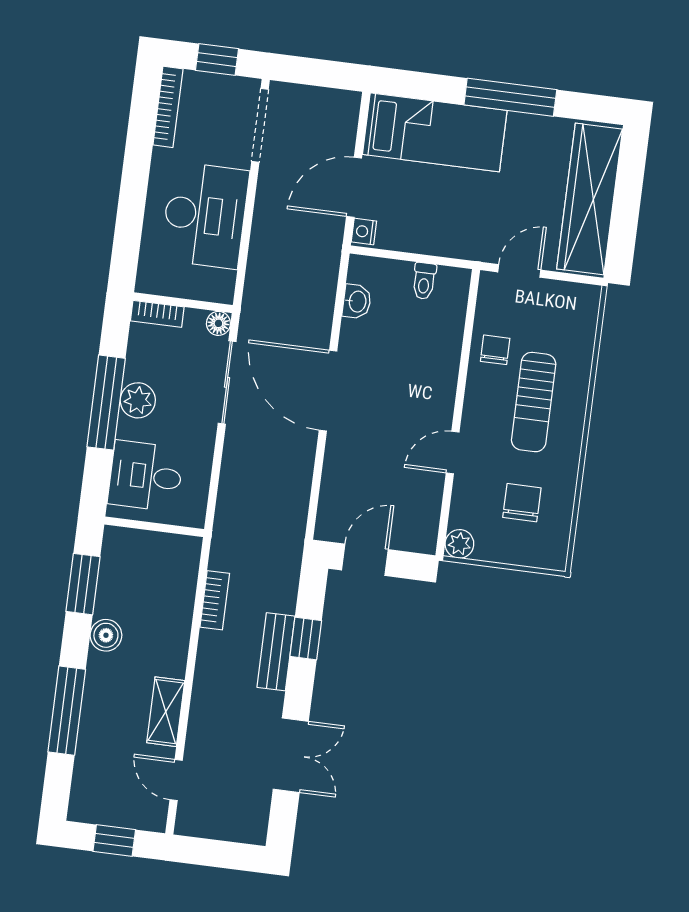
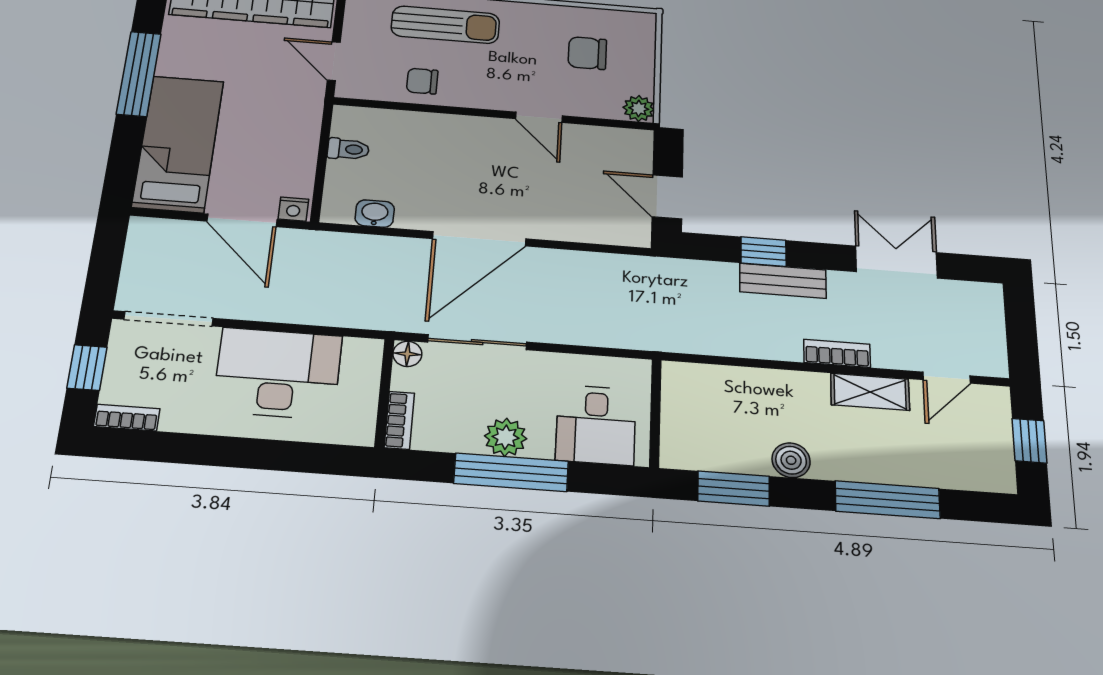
bookcase: (168, 107) -> (127, 418), width x0.64
sun lounger: (534, 402) -> (445, 25), moved
bookcase: (215, 600) -> (837, 353), moved

